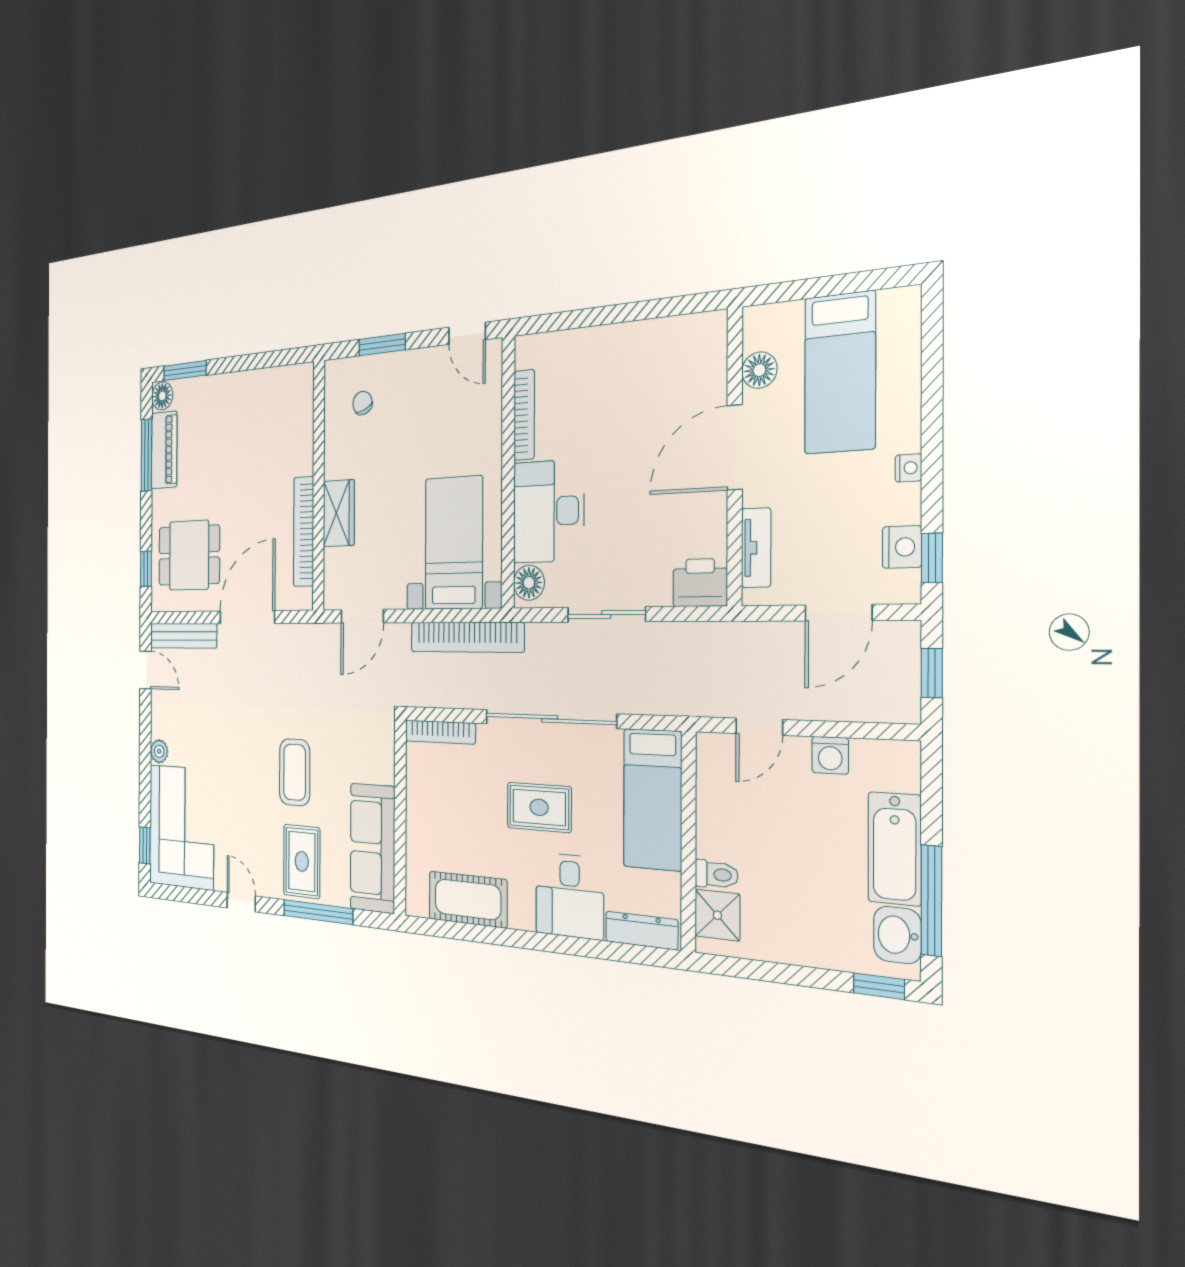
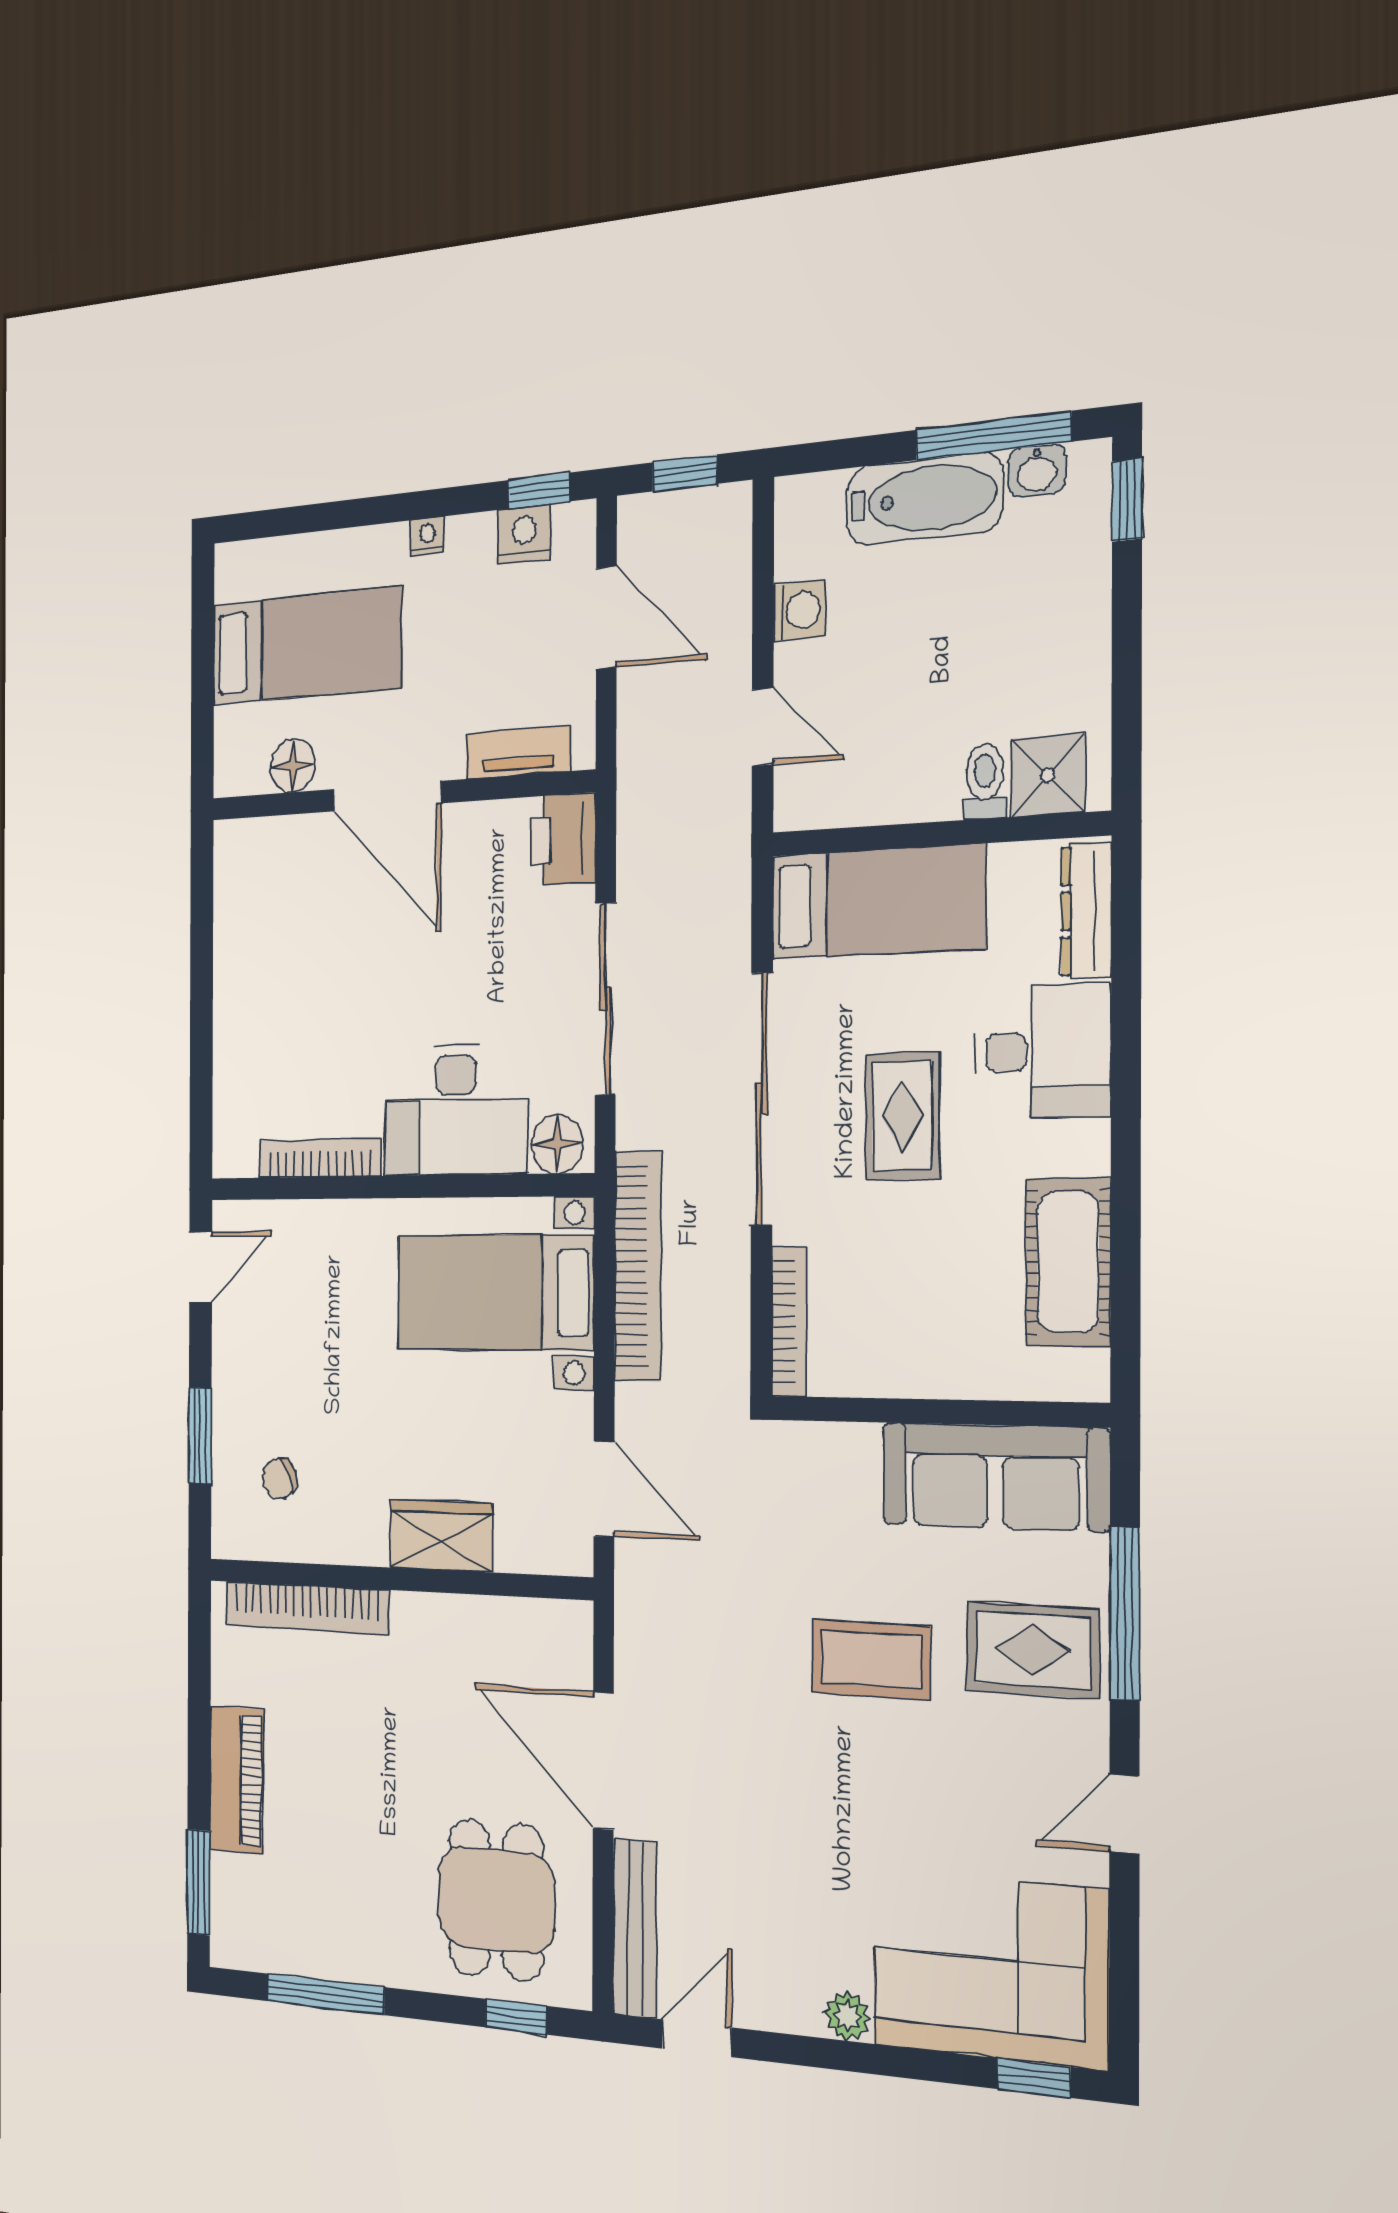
floor lamp: (162, 396) -> (233, 1943), removed
piano: (164, 450) -> (237, 1779), moved, turned 90
bookcase: (304, 532) -> (307, 1608), moved
sliding door: (606, 614) -> (605, 999), width x1.37
washbasin: (897, 935) -> (1037, 471), width x0.72, depth x0.69

